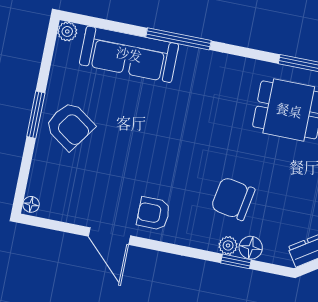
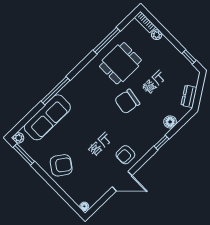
window: (36, 115) -> (24, 154), moved
chair: (233, 199) -> (127, 101), moved
plant: (228, 245) -> (162, 131), removed
window: (236, 261) -> (162, 143), moved

